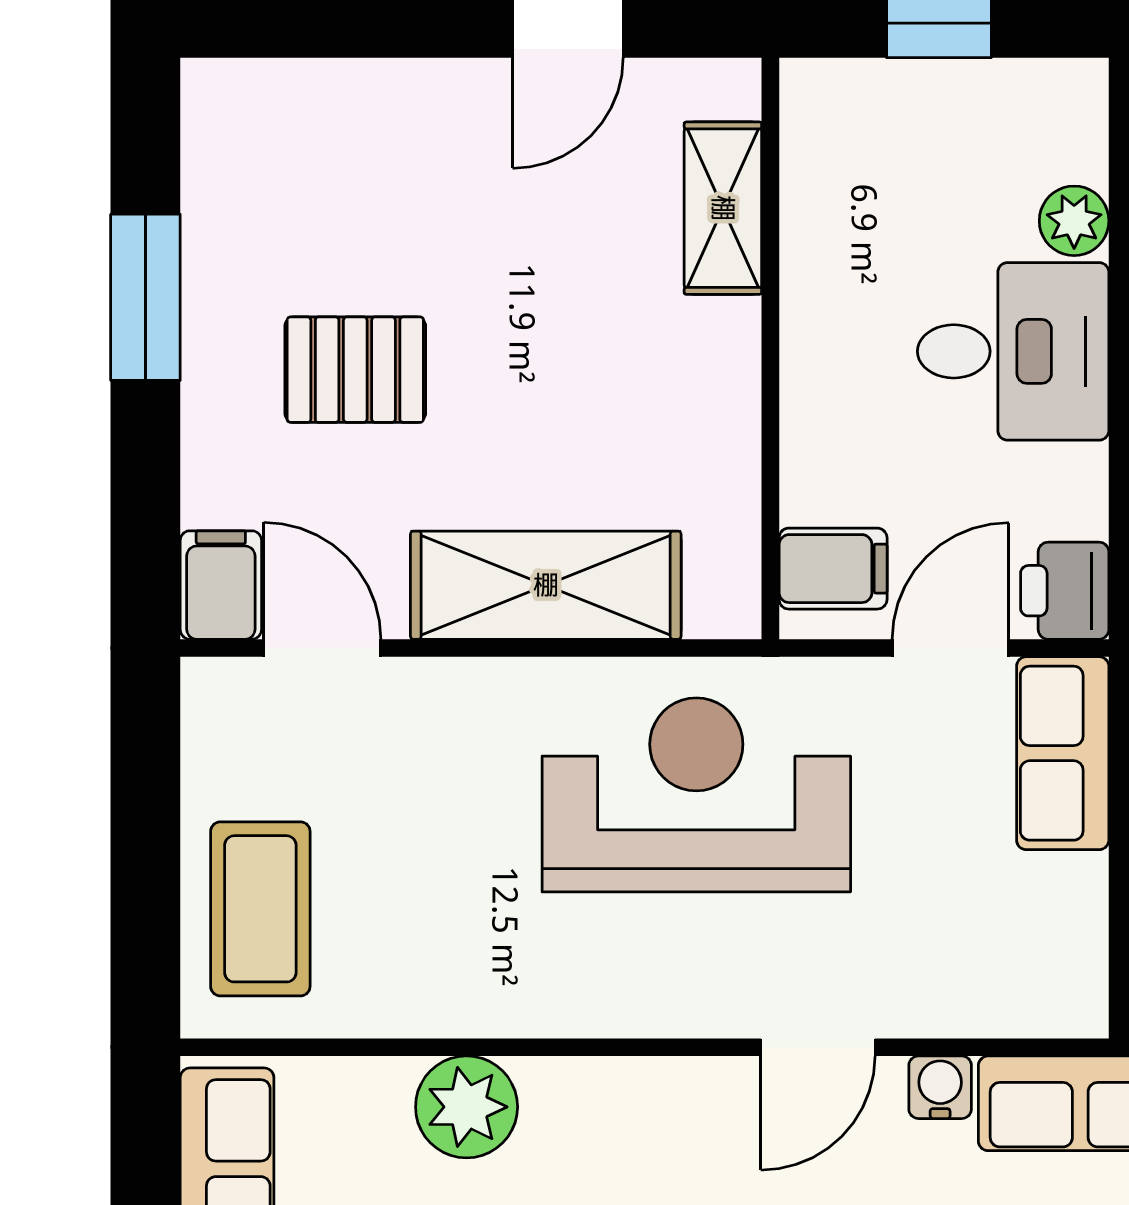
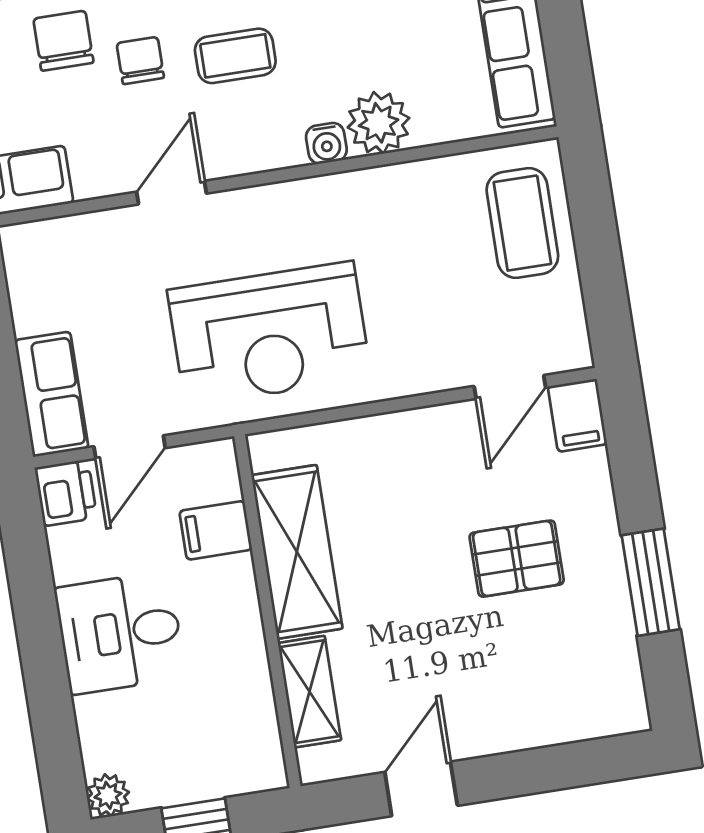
plant: (1074, 221) -> (108, 795), moved
filing cabinet: (833, 569) -> (216, 530), moved
shelving: (546, 585) -> (297, 552), moved, turned 90
door: (322, 648) -> (510, 387), hinge flipped
water cooler: (940, 1087) -> (326, 143), moved

